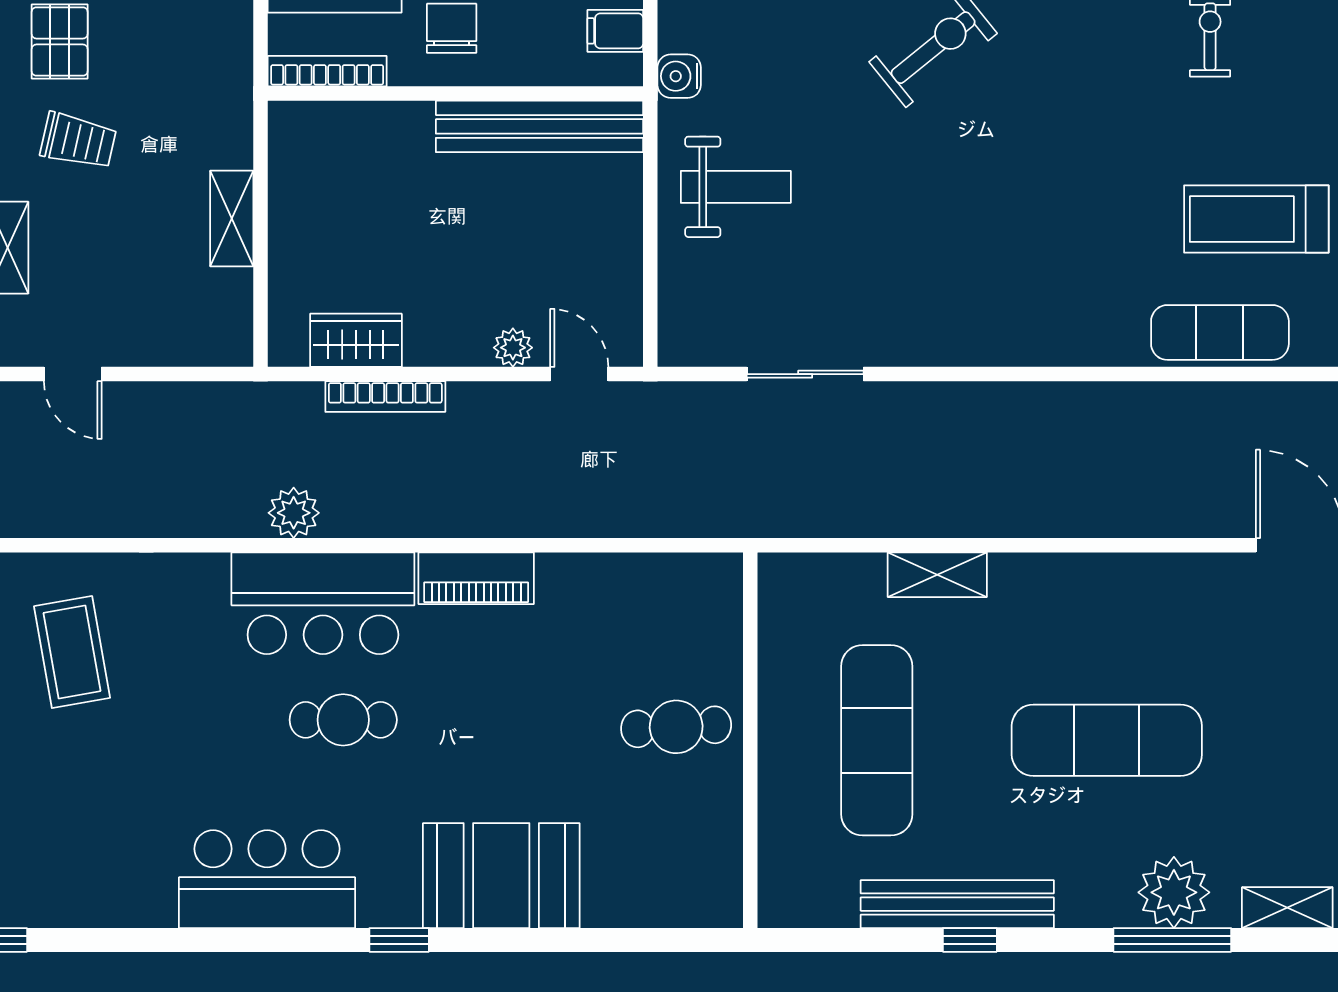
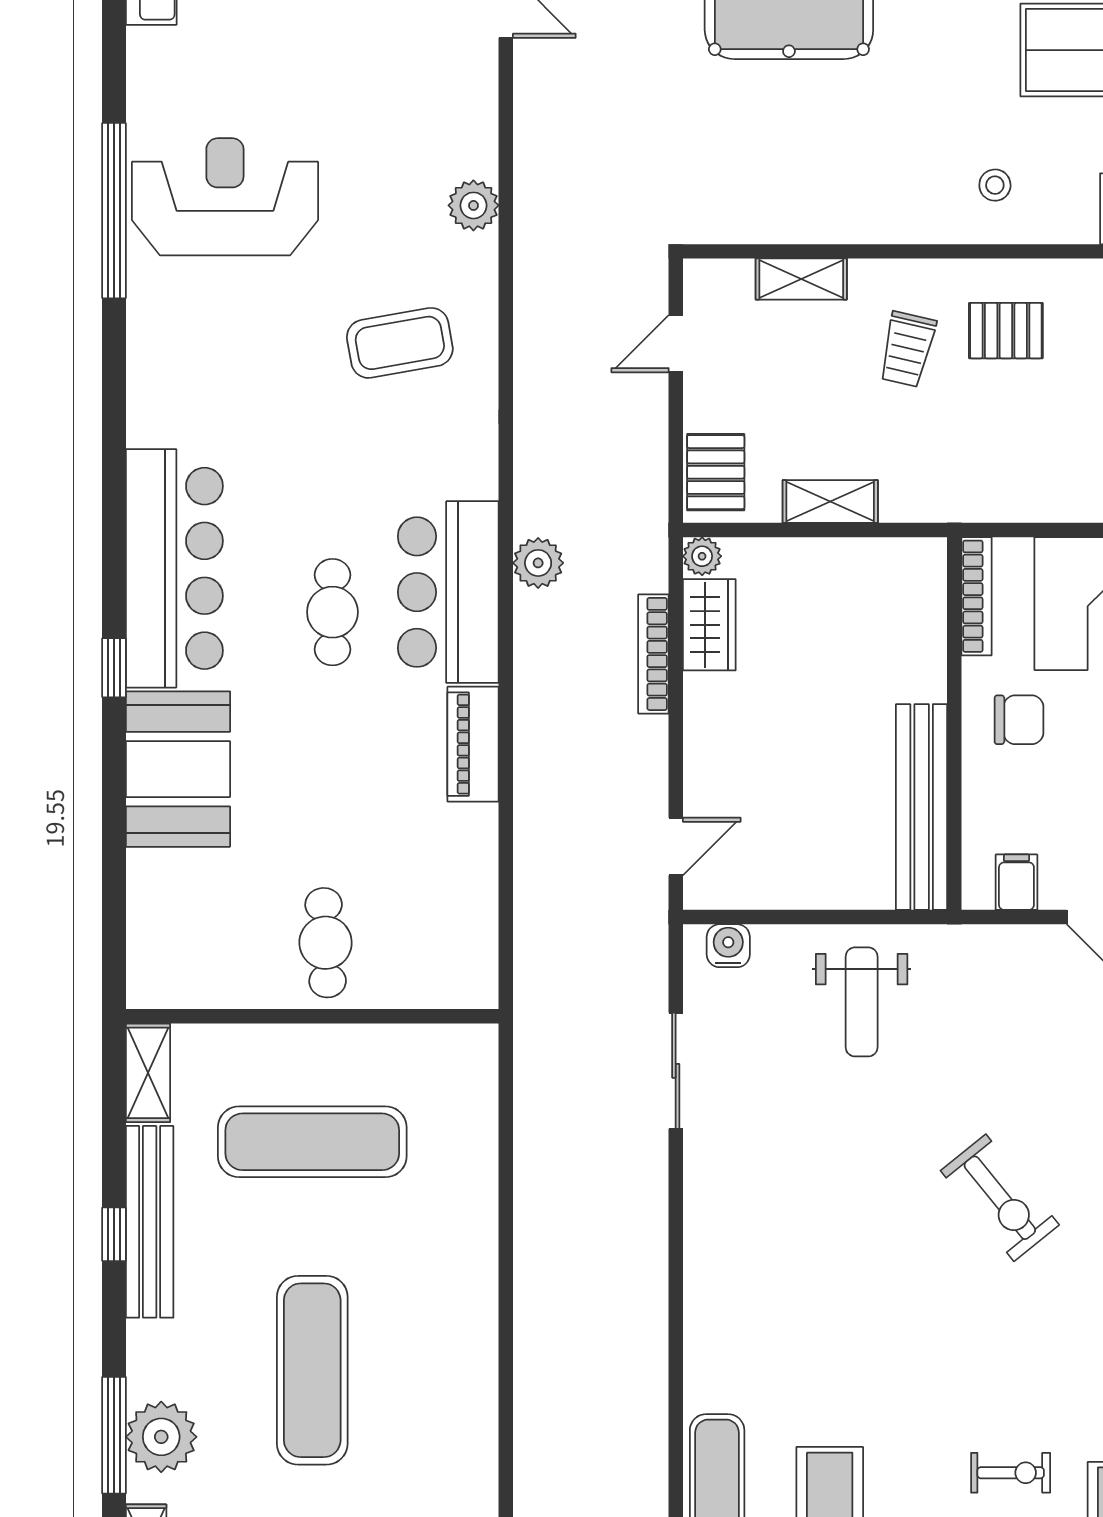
water cooler: (679, 76) -> (728, 946), moved
pallet: (202, 334) -> (716, 472), added
plant: (513, 348) -> (702, 556), moved
shelving: (937, 575) -> (148, 1073), moved
bar counter: (267, 879) -> (174, 568), width x1.36

